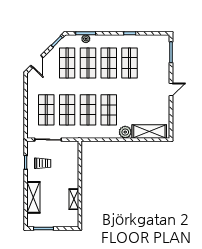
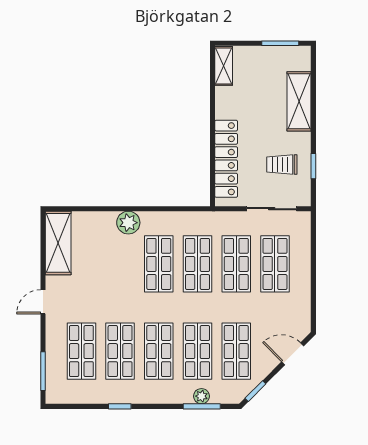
door: (37, 61) -> (293, 354), hinge flipped
shop shelf: (150, 63) -> (81, 351), added
shelving: (149, 131) -> (58, 243), moved, turned 90
locker: (73, 166) -> (226, 159), added
shelving: (74, 199) -> (224, 66), moved

